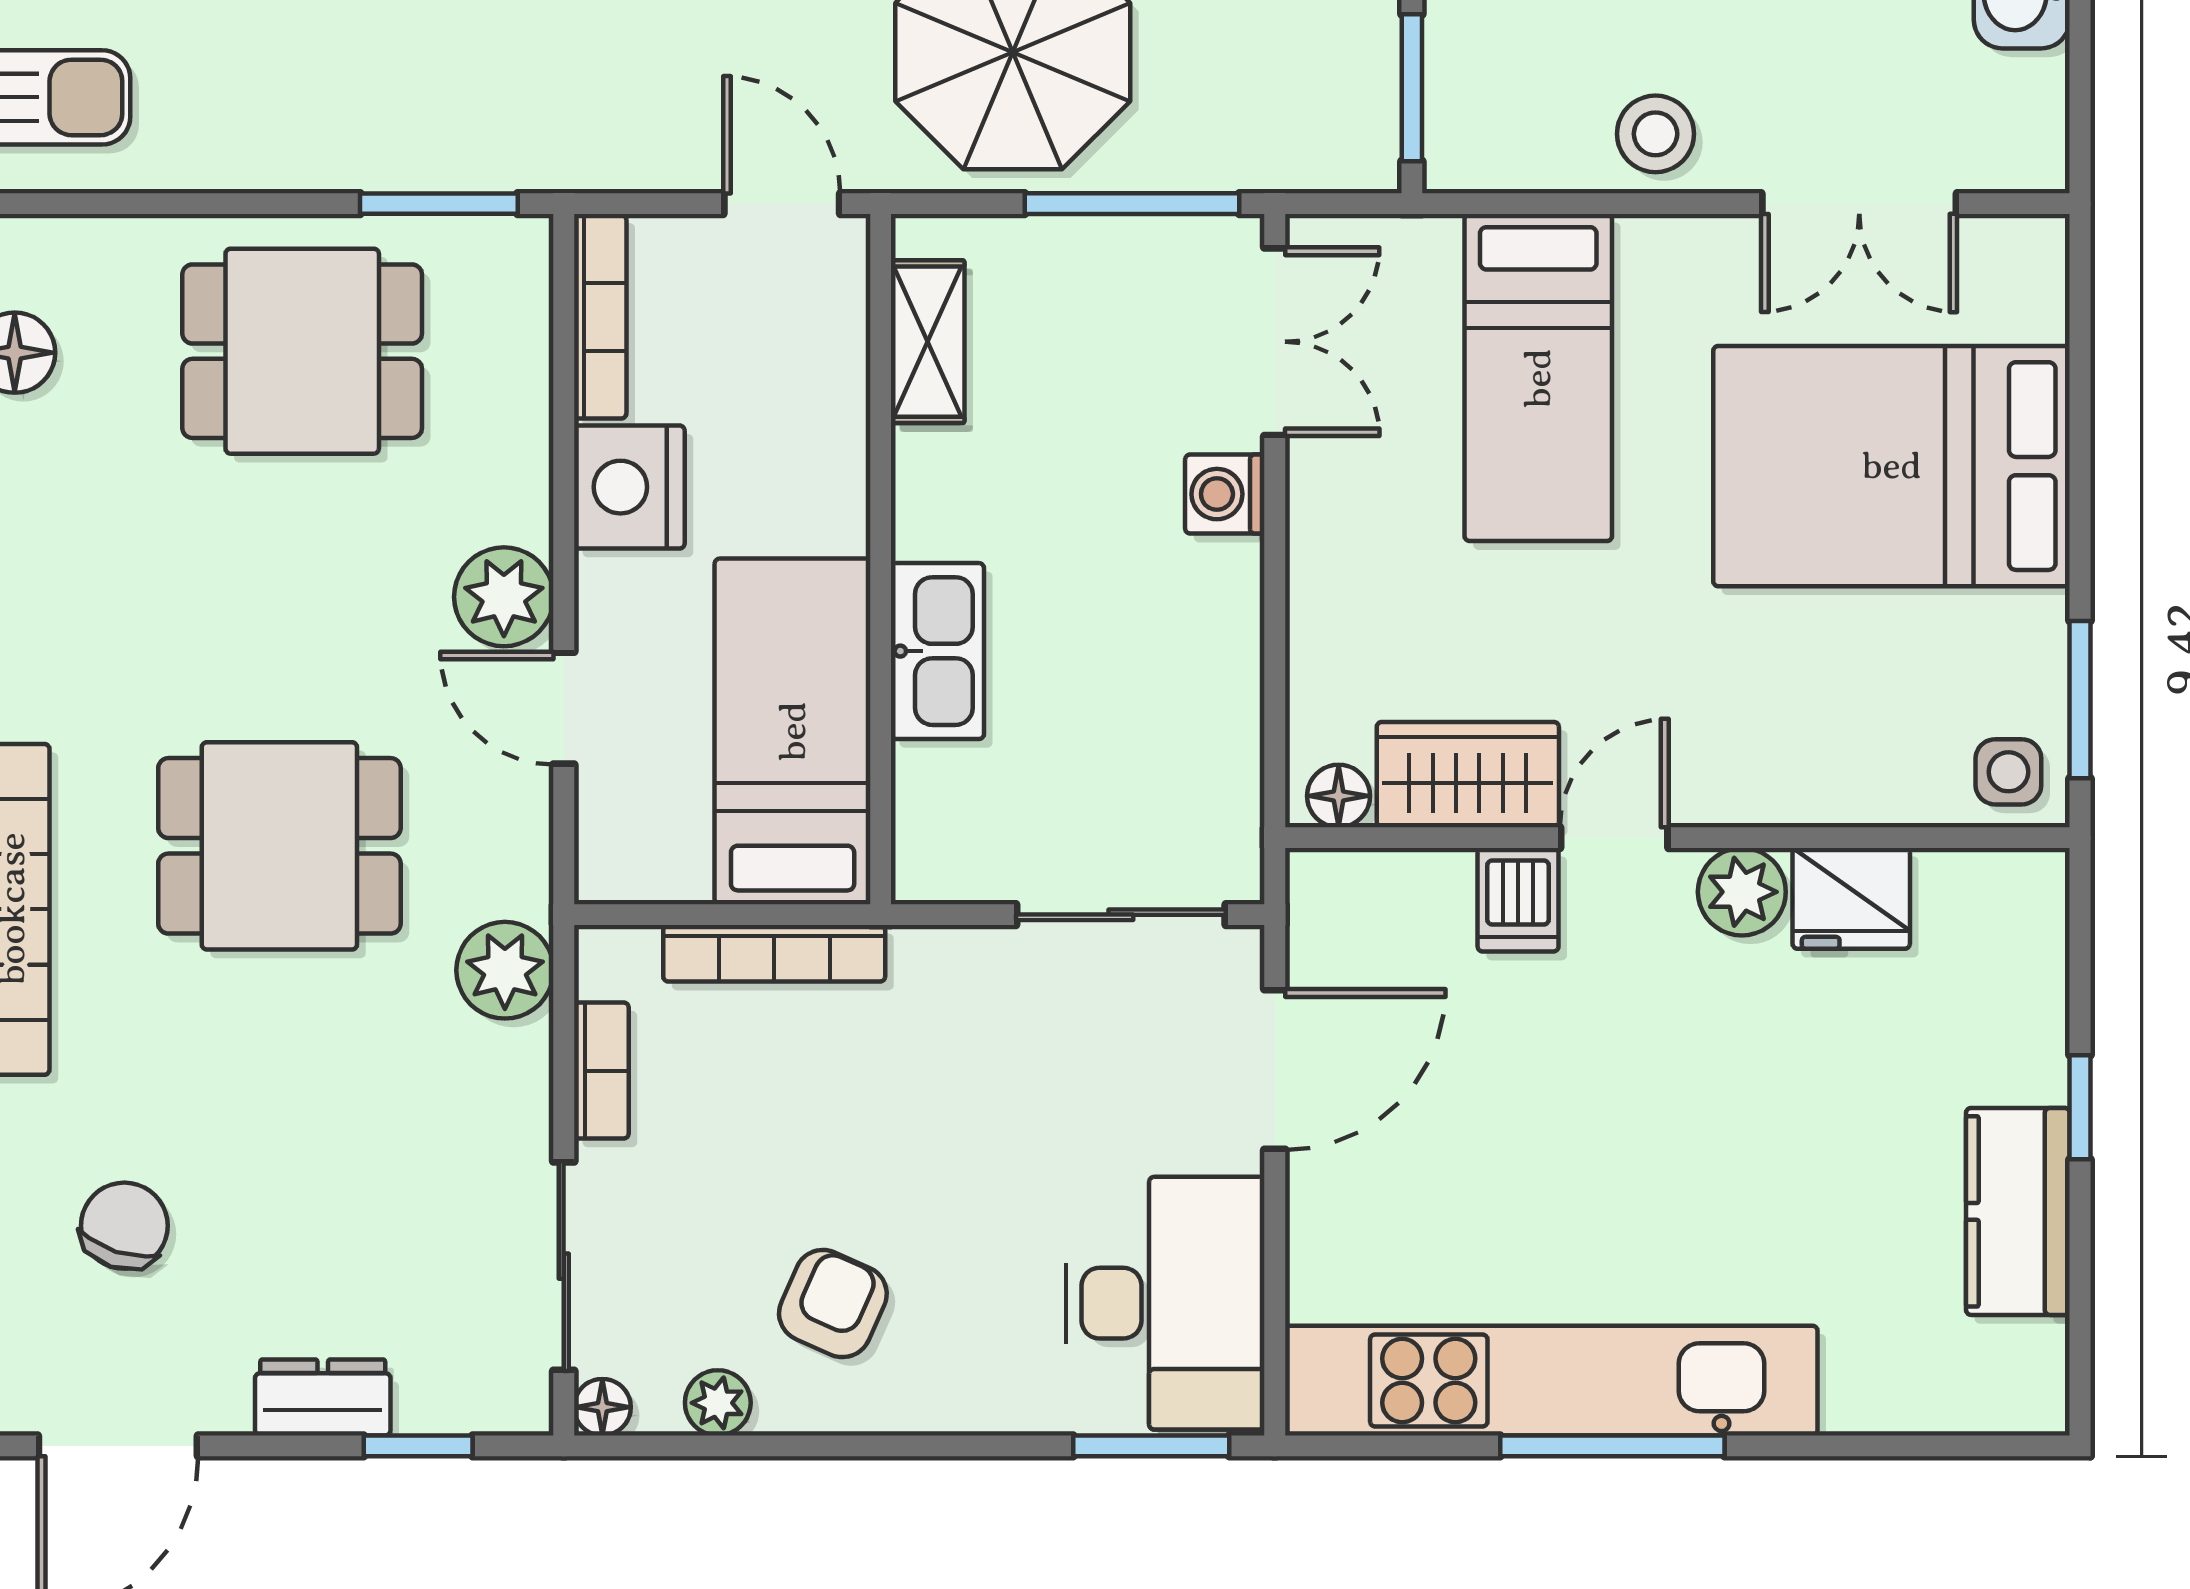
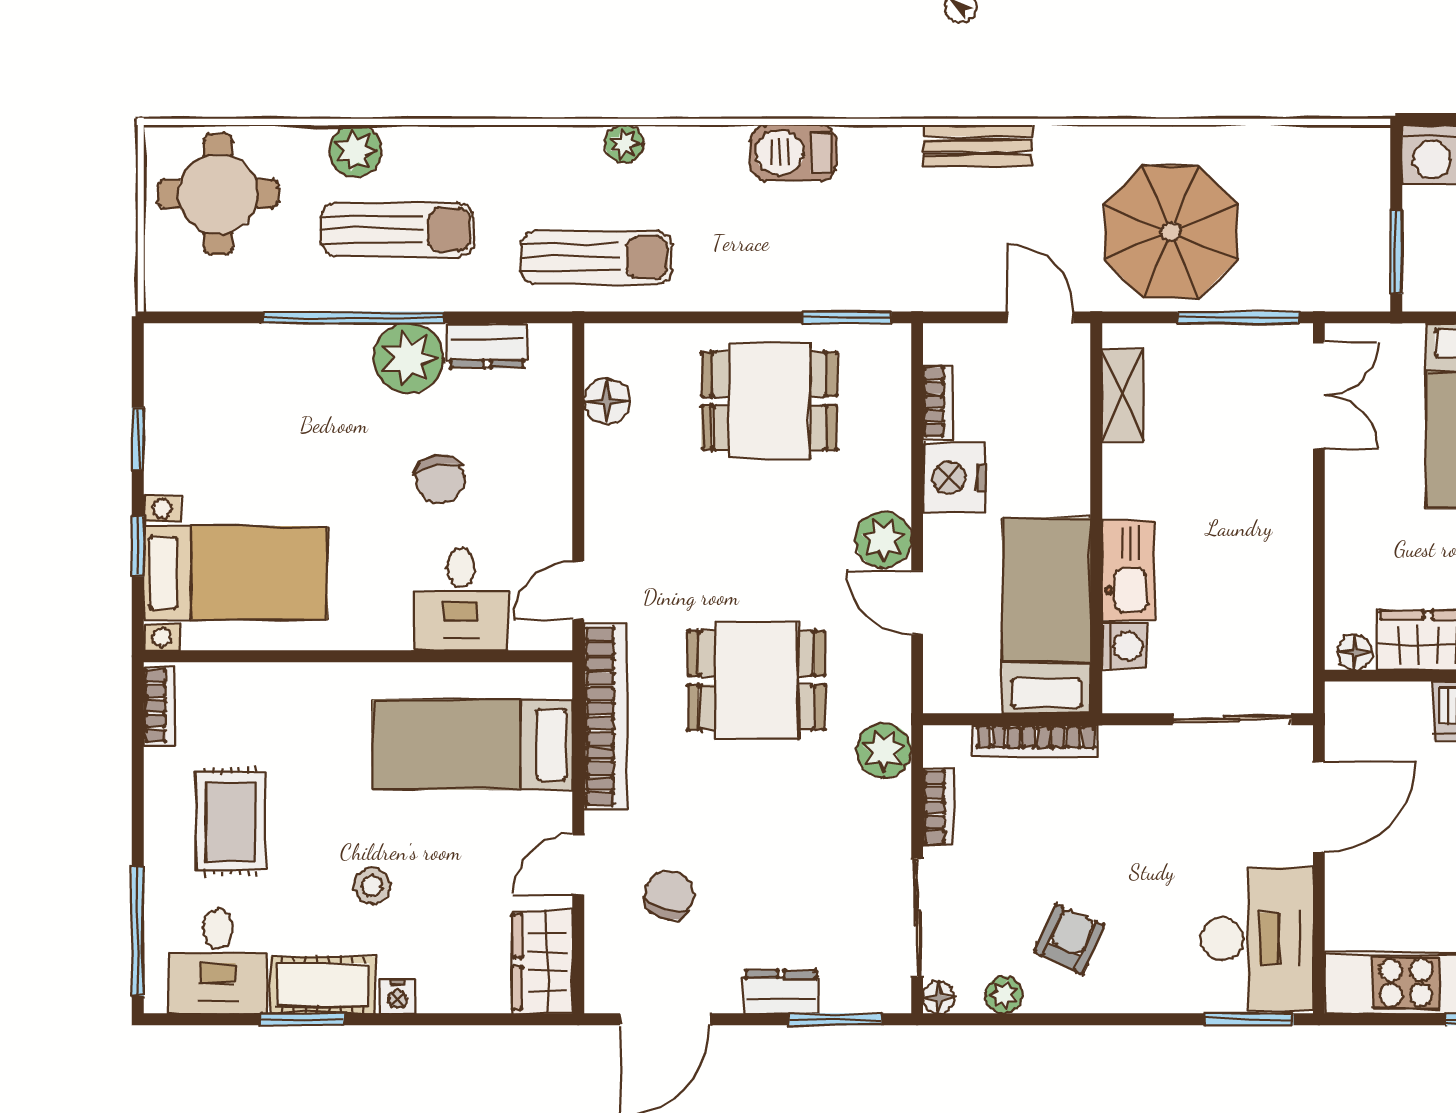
bookcase: (600, 317) -> (938, 402), width x0.64
washing machine: (1225, 494) -> (1124, 646), moved, turned 180
window: (418, 1446) -> (835, 1019), width x1.50

